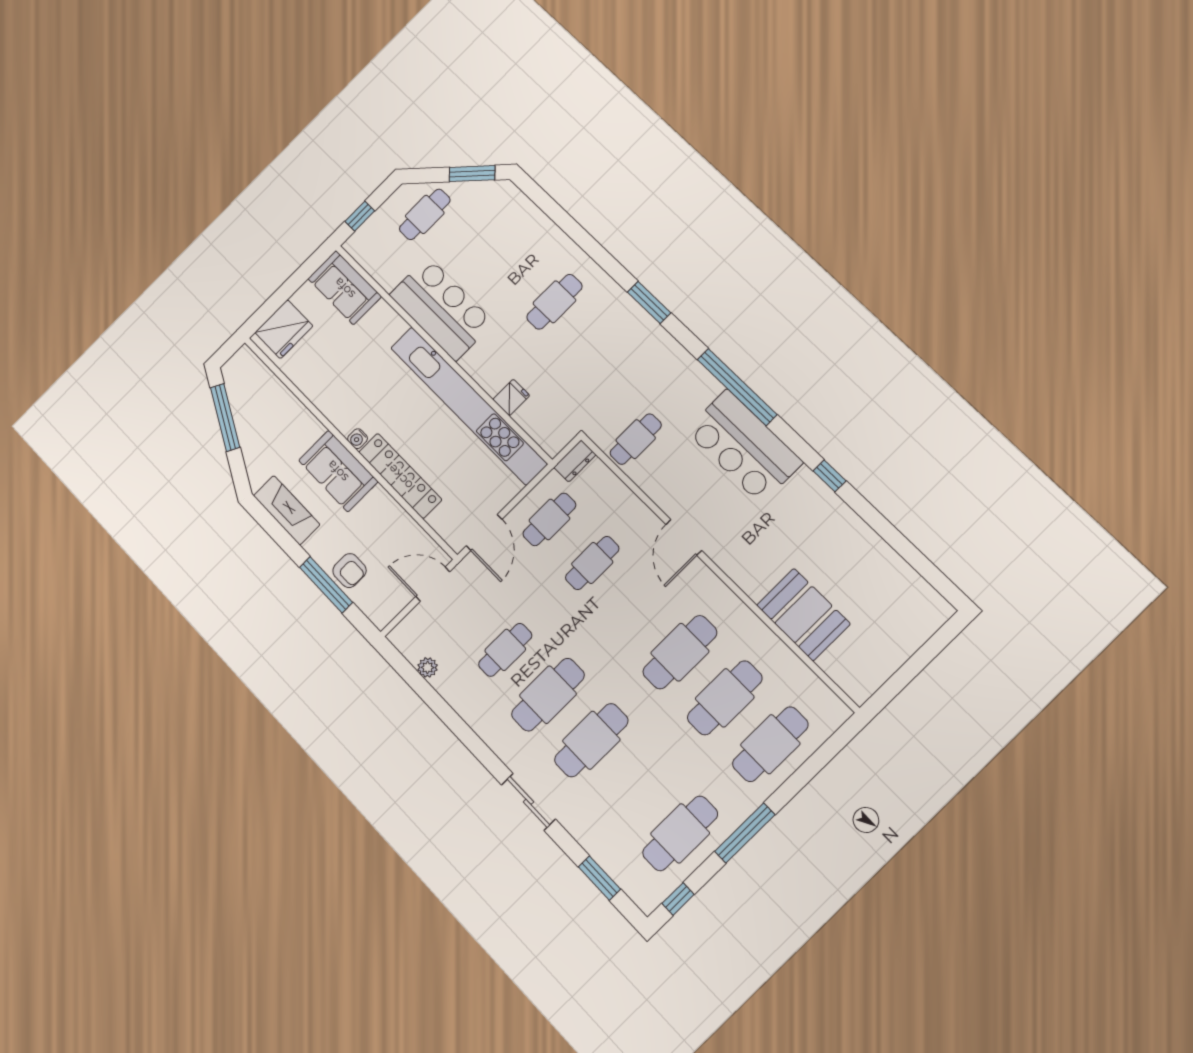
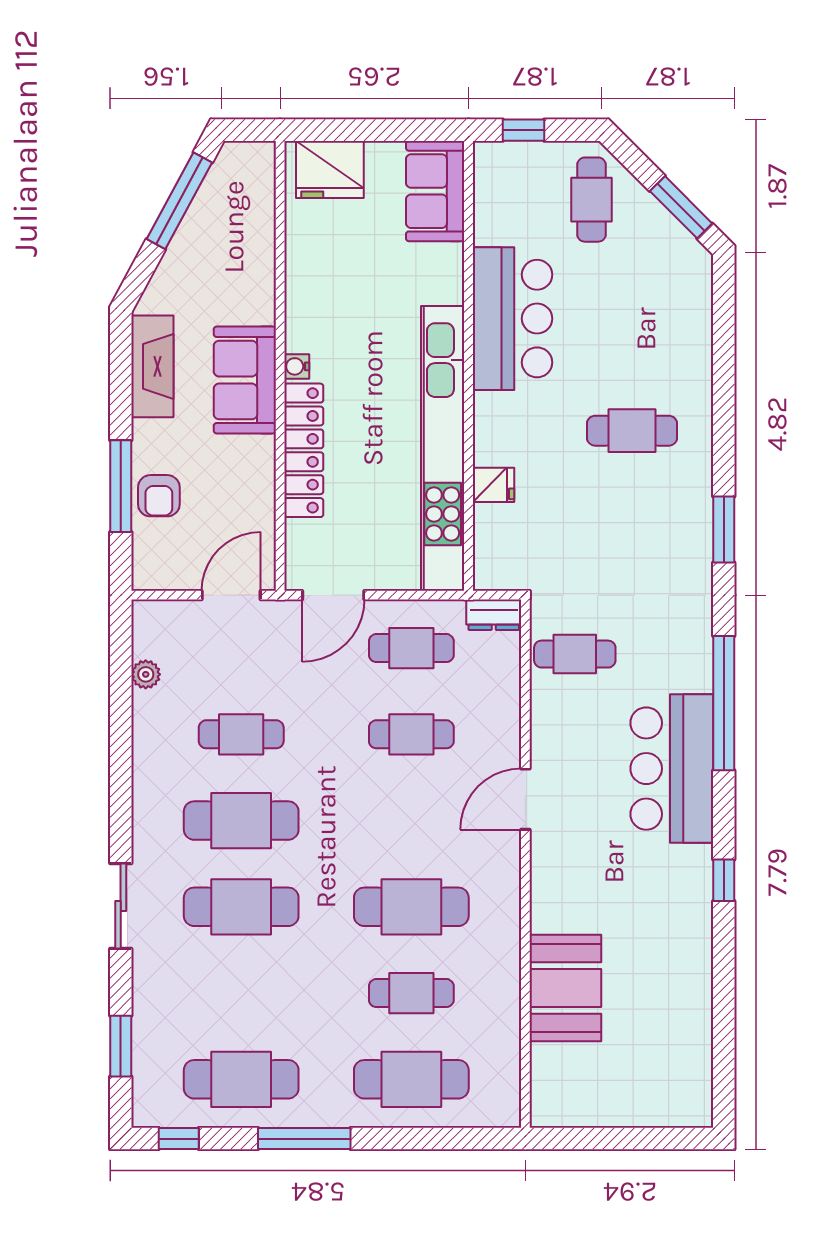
cafe table: (425, 214) -> (591, 200), turned 90
door: (433, 584) -> (231, 595), hinge flipped
cafe table: (725, 698) -> (411, 993), width x0.73, depth x0.74

